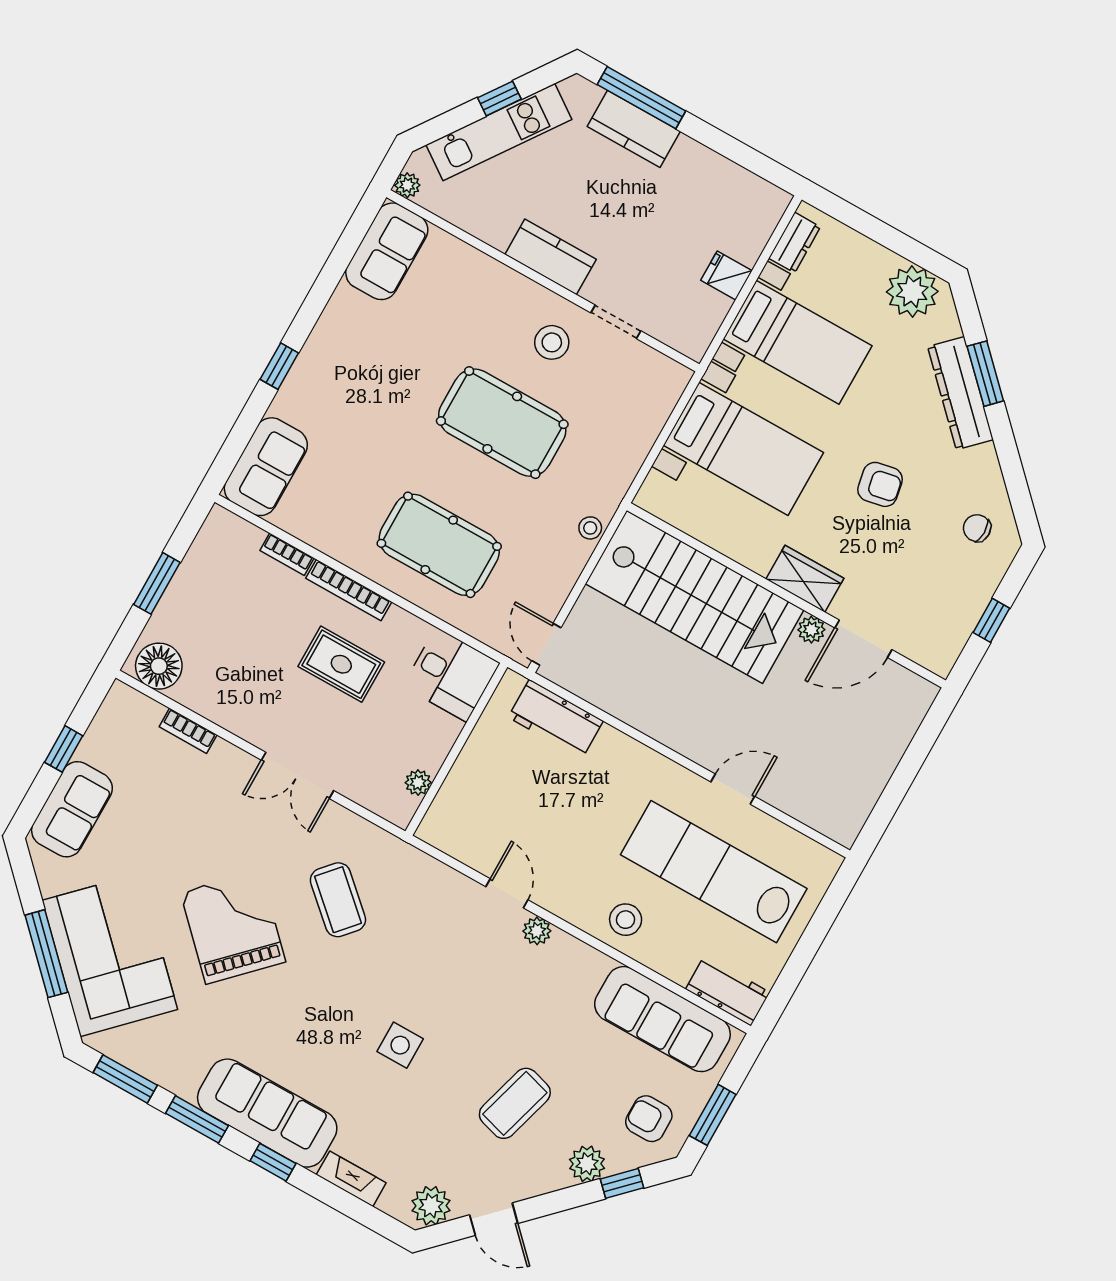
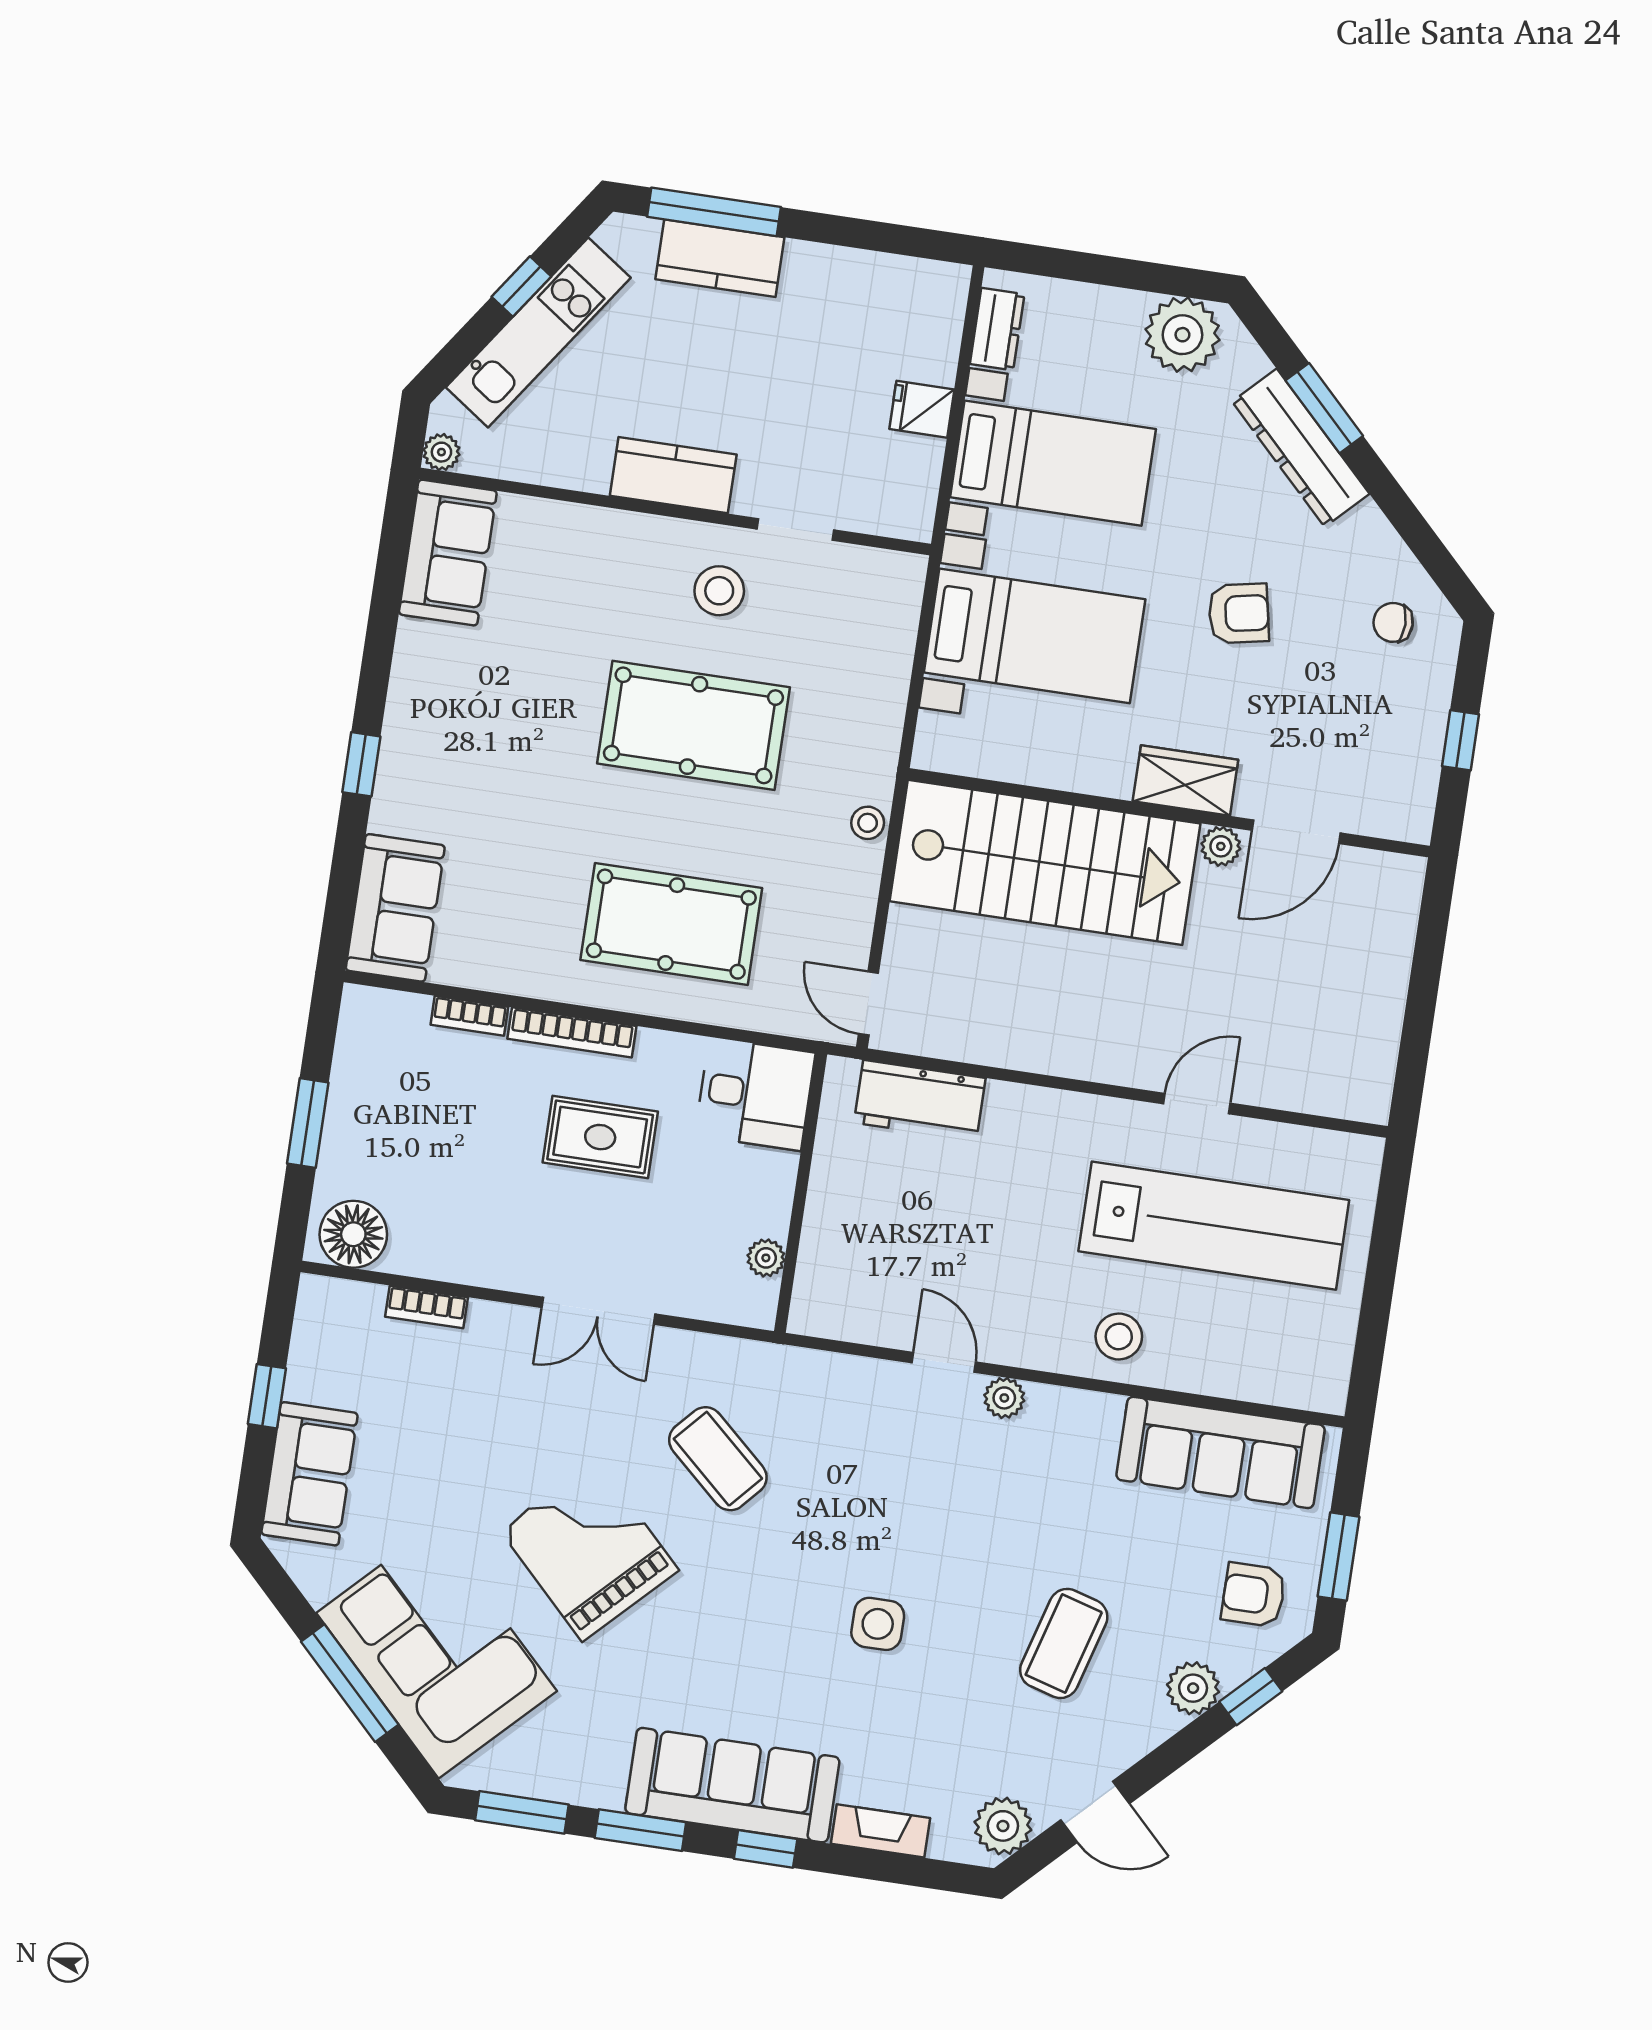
lab bench: (714, 872) -> (1214, 1226), turned 180
workbench: (728, 991) -> (1295, 1380), removed

